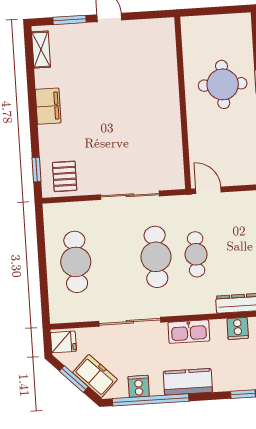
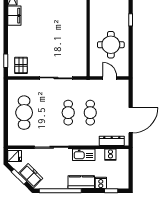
round table: (223, 84) -> (111, 45), moved
filing cabinet: (48, 106) -> (14, 16), moved
door: (208, 190) -> (110, 78), moved
cafe table: (156, 257) -> (68, 113), width x0.73, depth x0.74
cooker: (139, 386) -> (101, 183), moved

